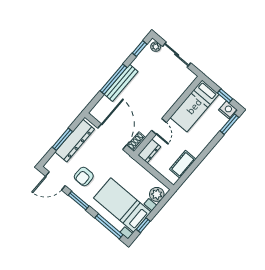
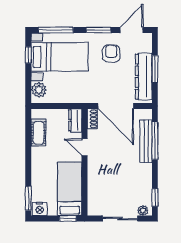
window: (114, 79) -> (155, 141), moved
bench: (121, 83) -> (146, 141), moved
window: (225, 96) -> (68, 218), moved

